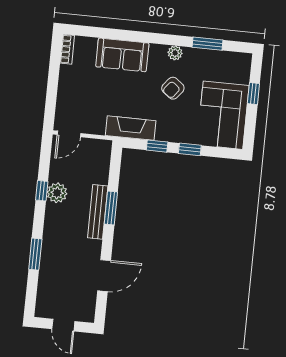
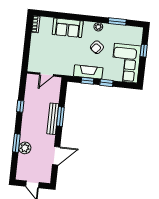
fireplace: (131, 128) -> (88, 72), moved
door: (69, 134) -> (46, 74), moved
plant: (57, 193) -> (25, 148), moved

